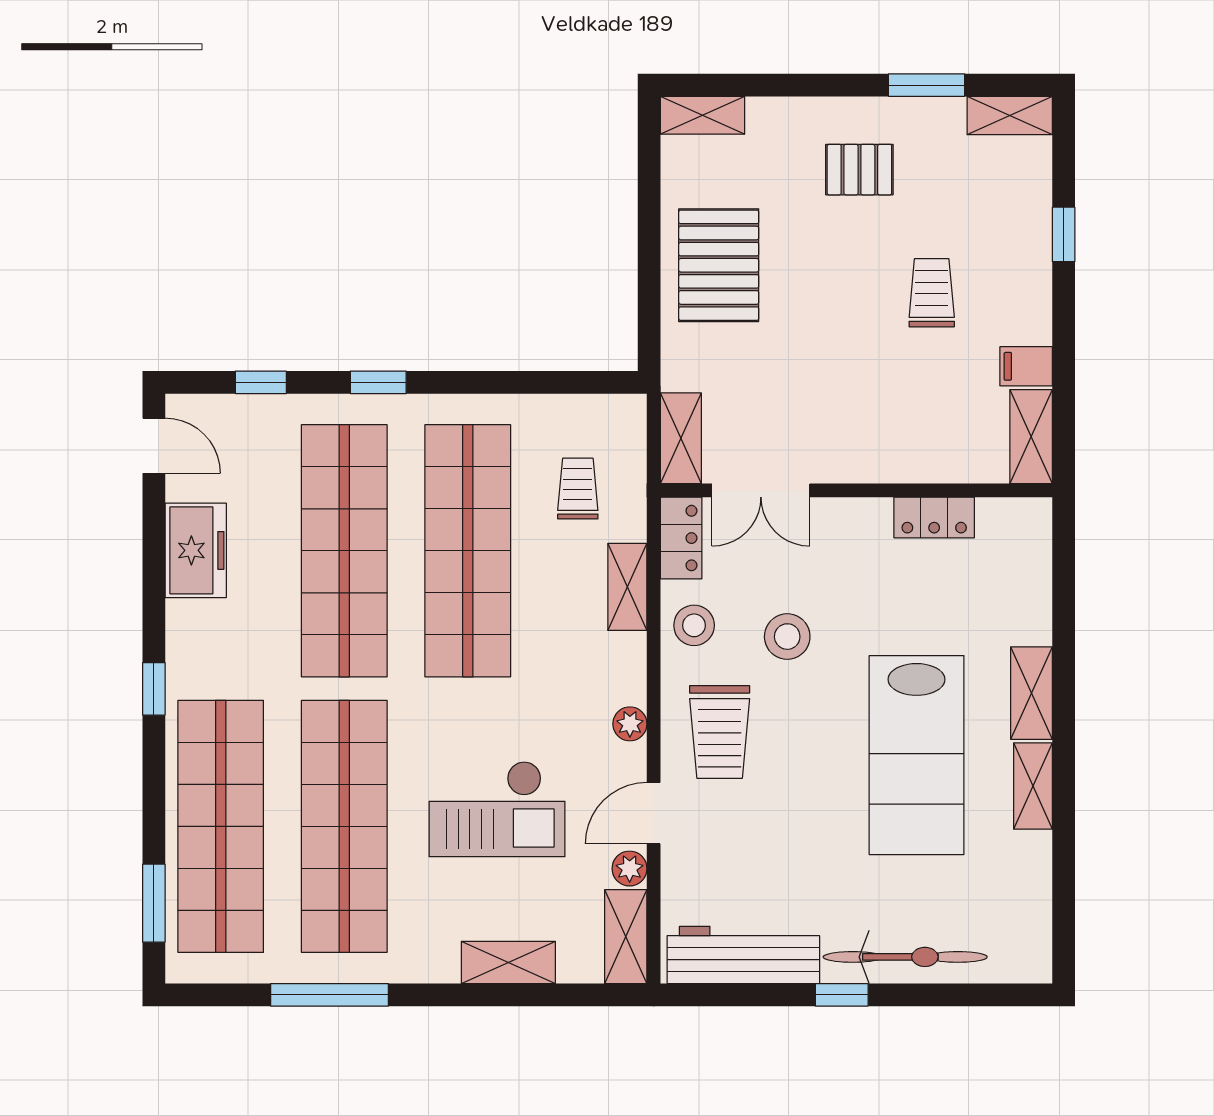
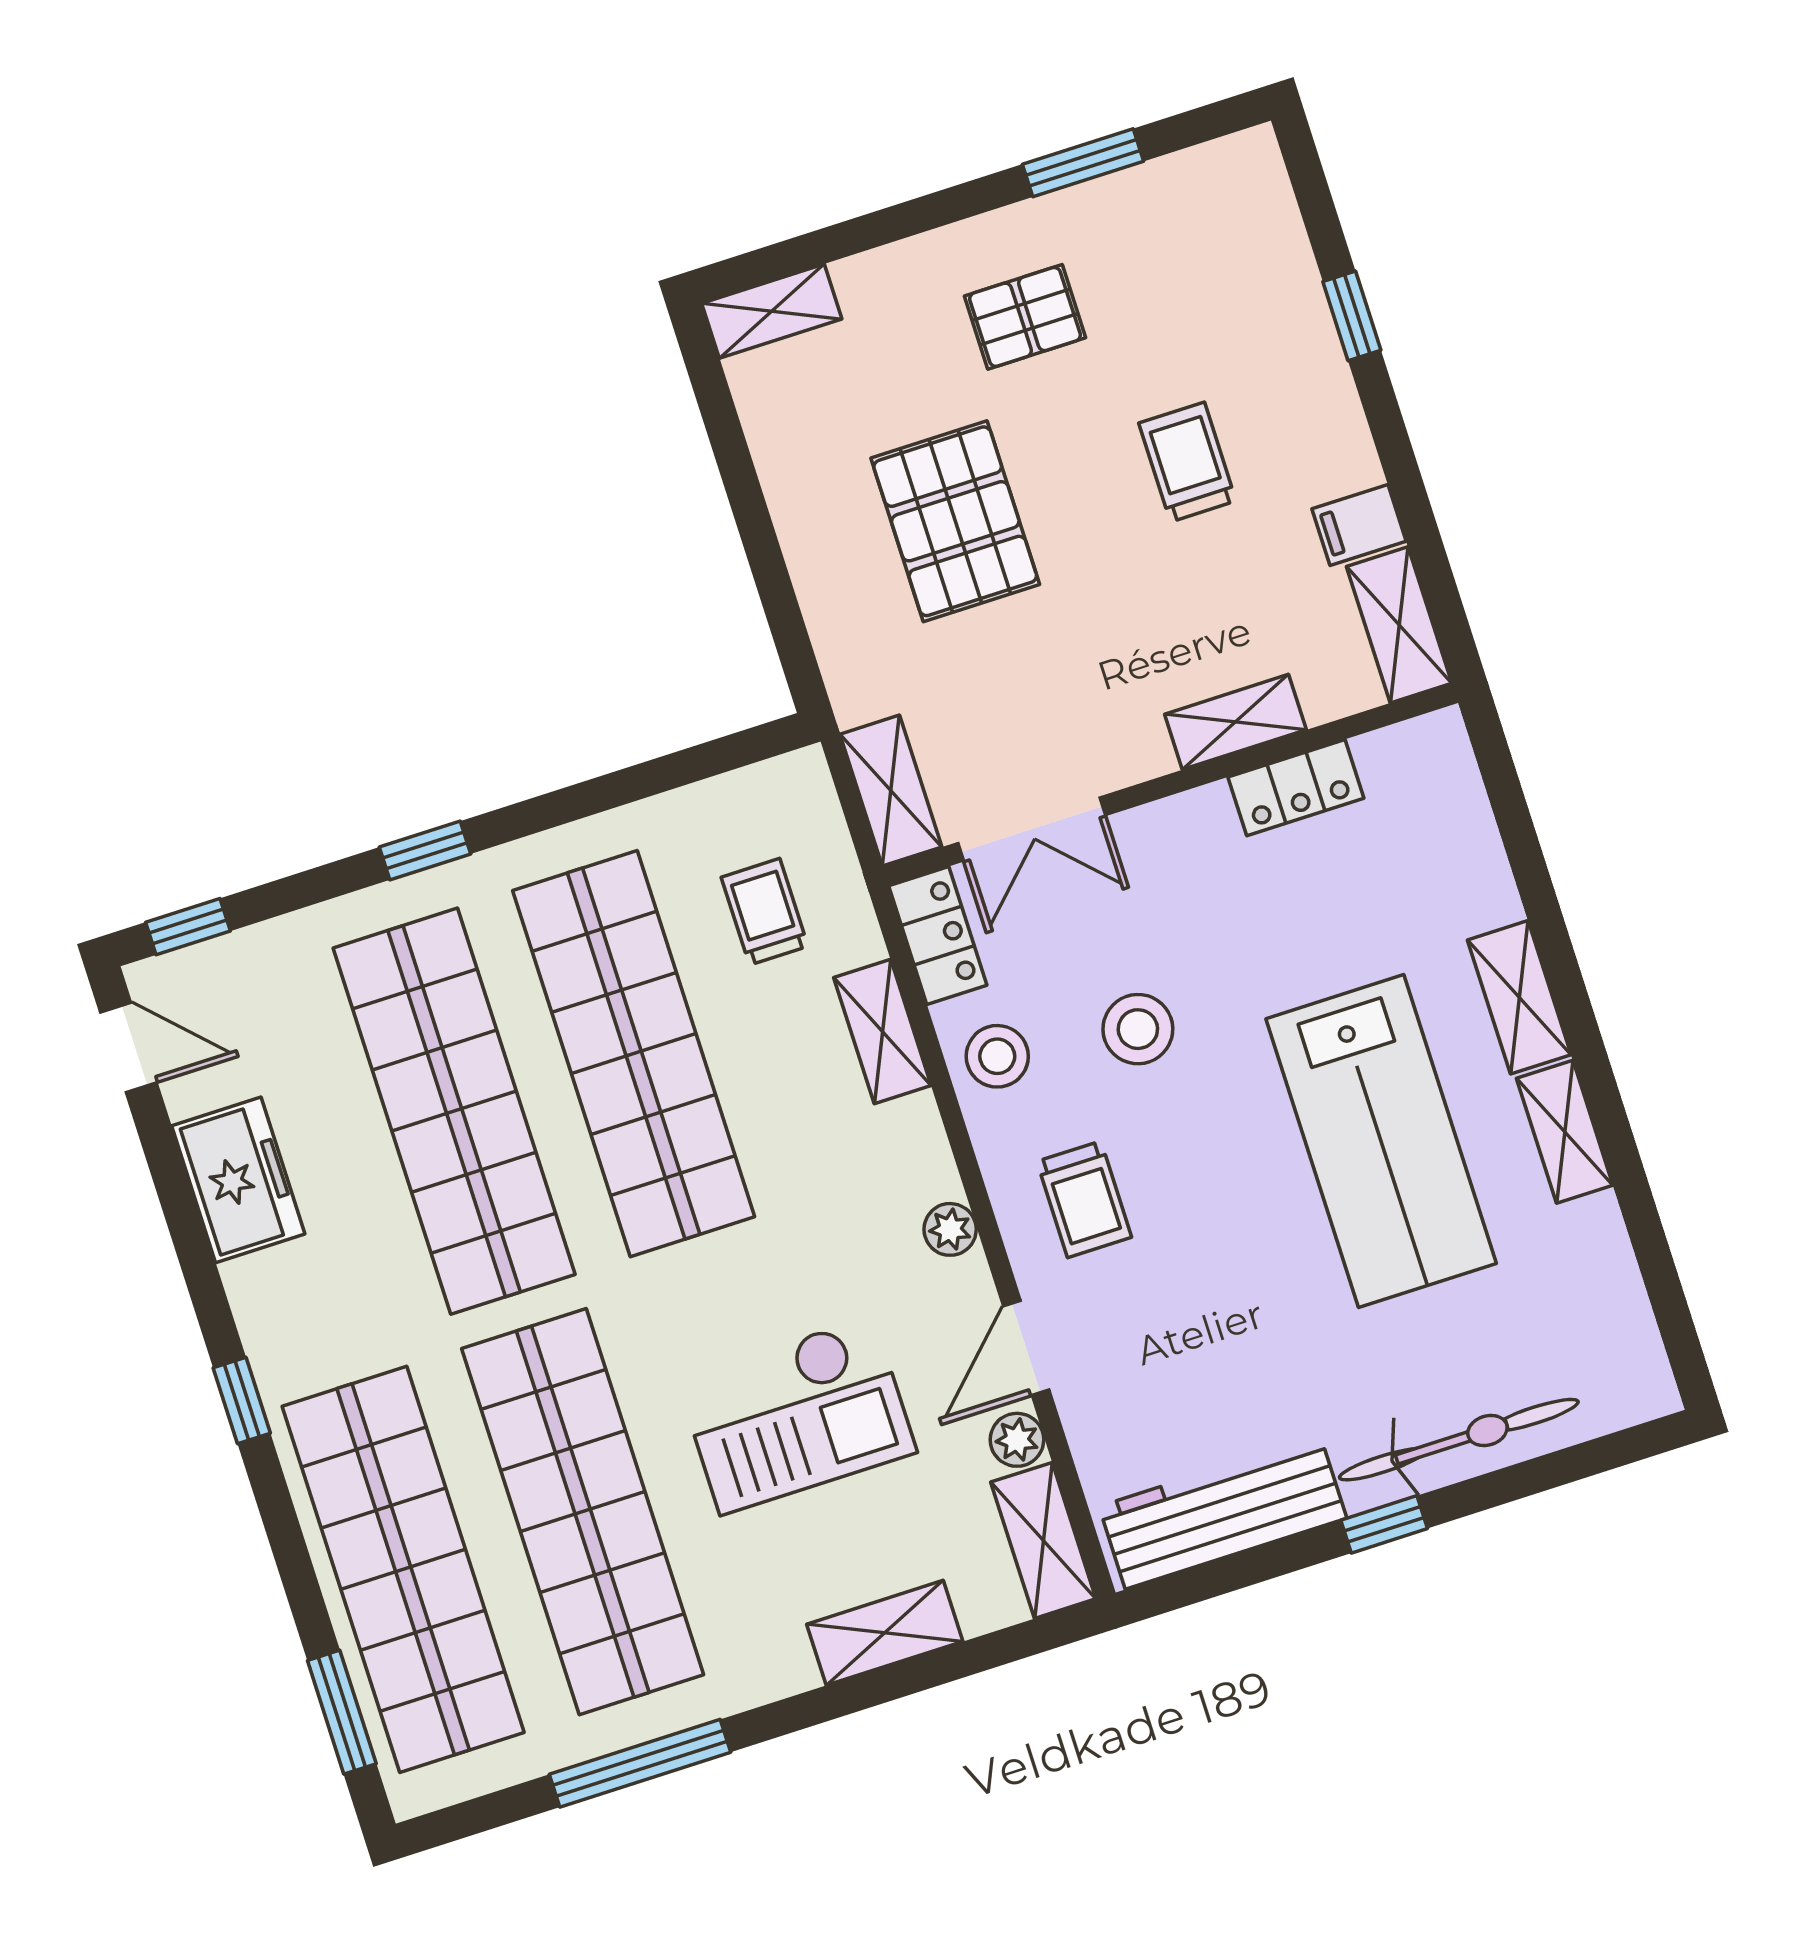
shelving: (1010, 116) -> (1235, 722), moved
pallet: (719, 265) -> (955, 521), moved
window: (261, 382) -> (188, 927), moved
trolley: (720, 732) -> (1084, 1199), width x0.73, depth x0.72

